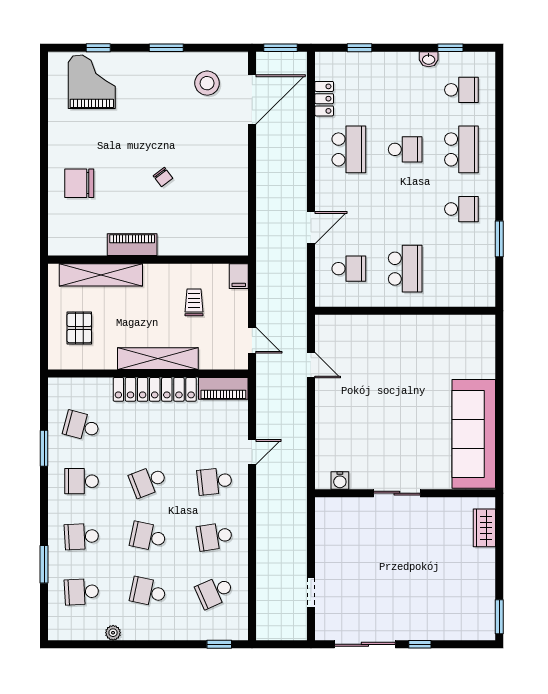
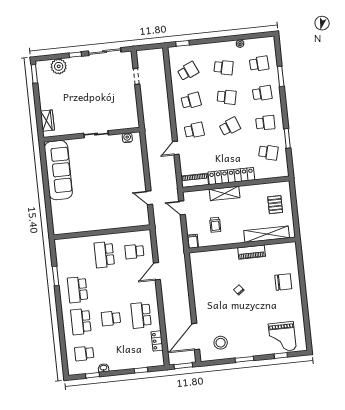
school desk: (461, 209) -> (78, 290), width x1.85
shelving: (158, 359) -> (225, 193), width x0.68
plant: (453, 626) -> (59, 66), added

